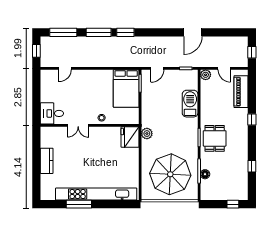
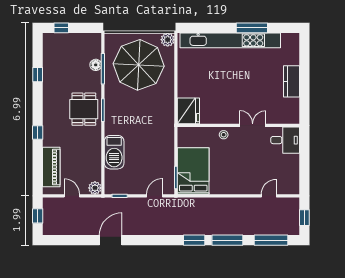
plant: (147, 134) -> (168, 40), moved

